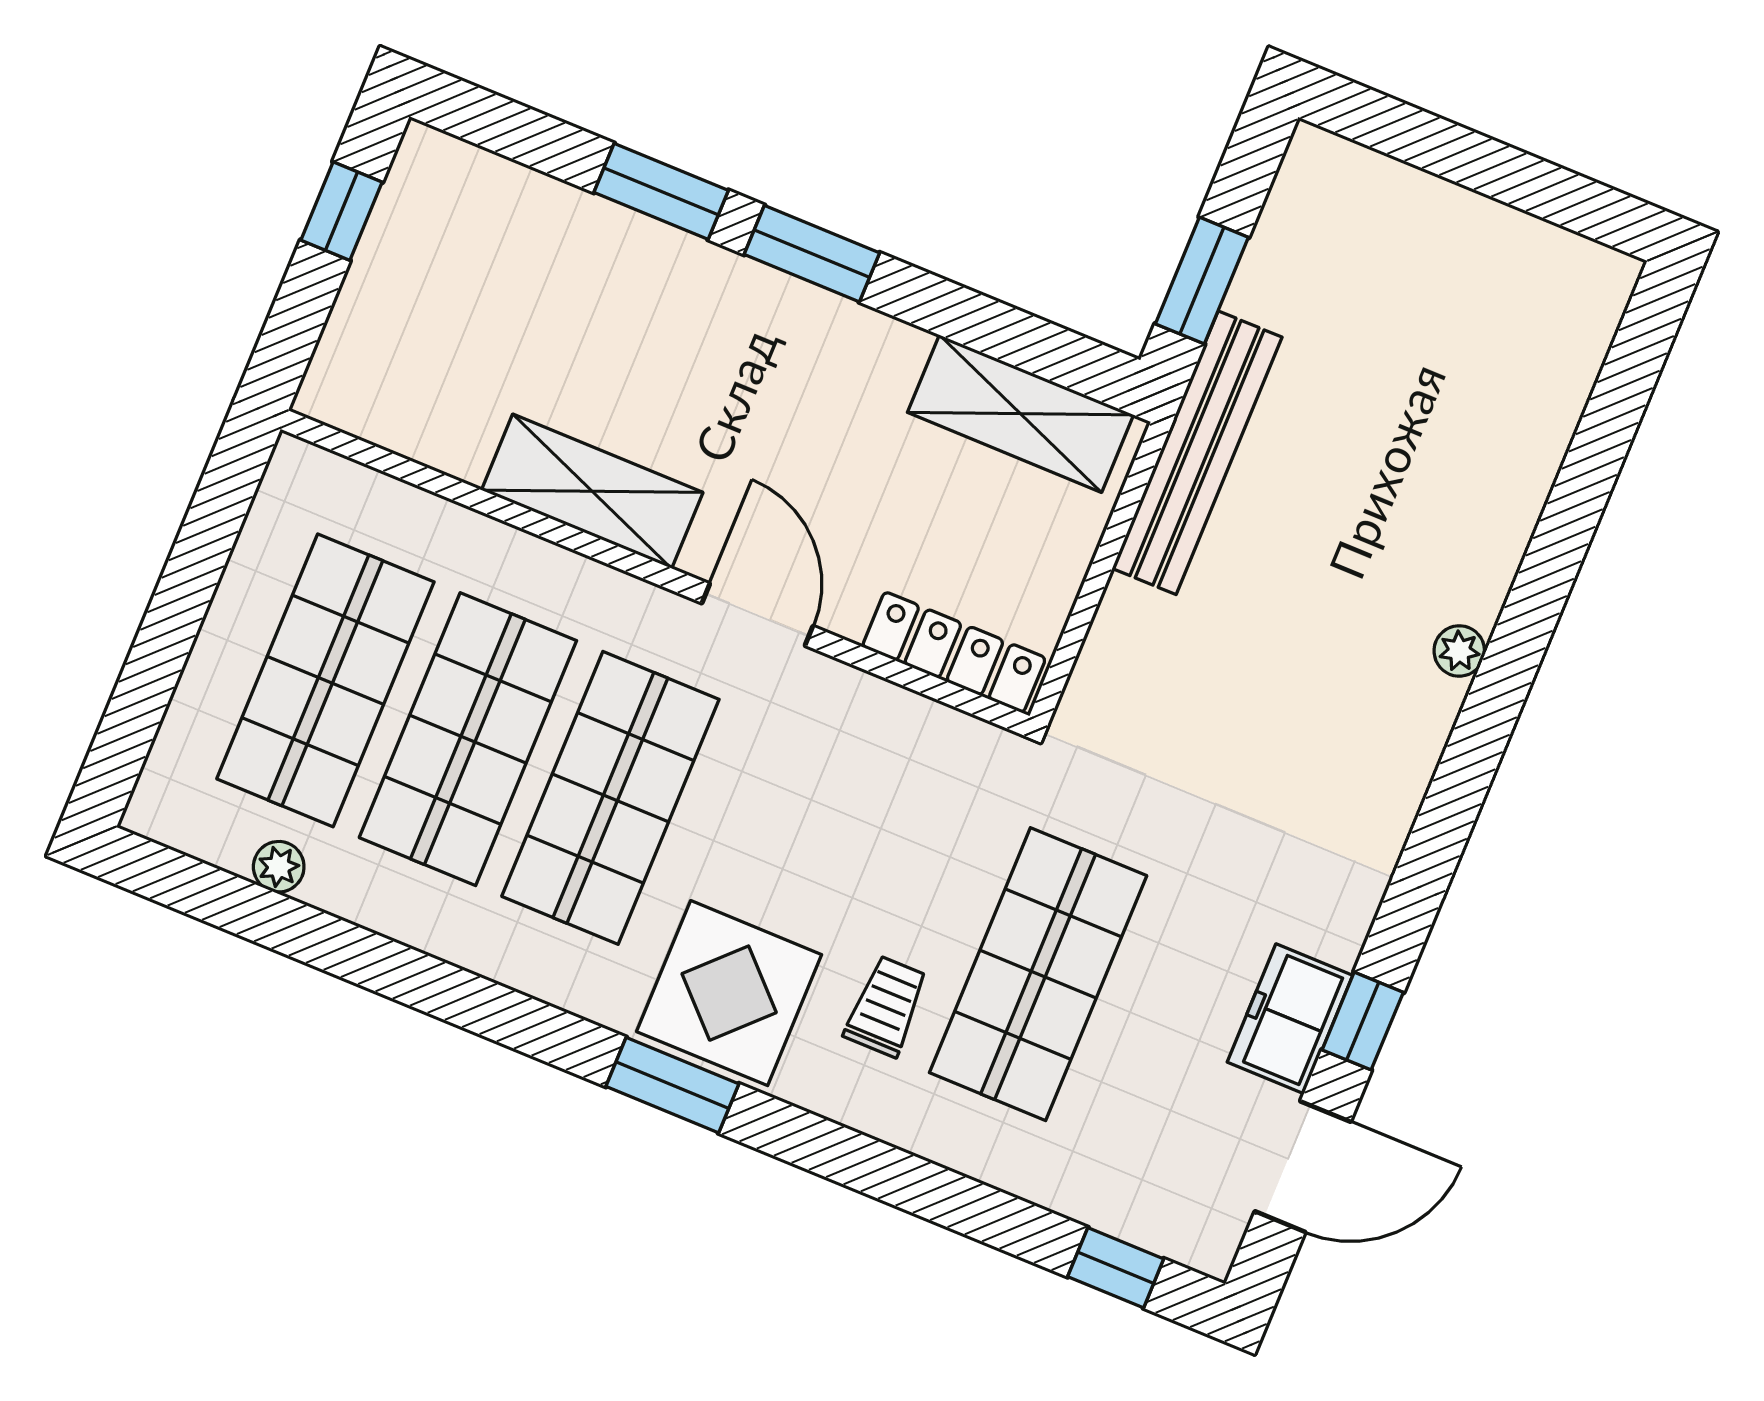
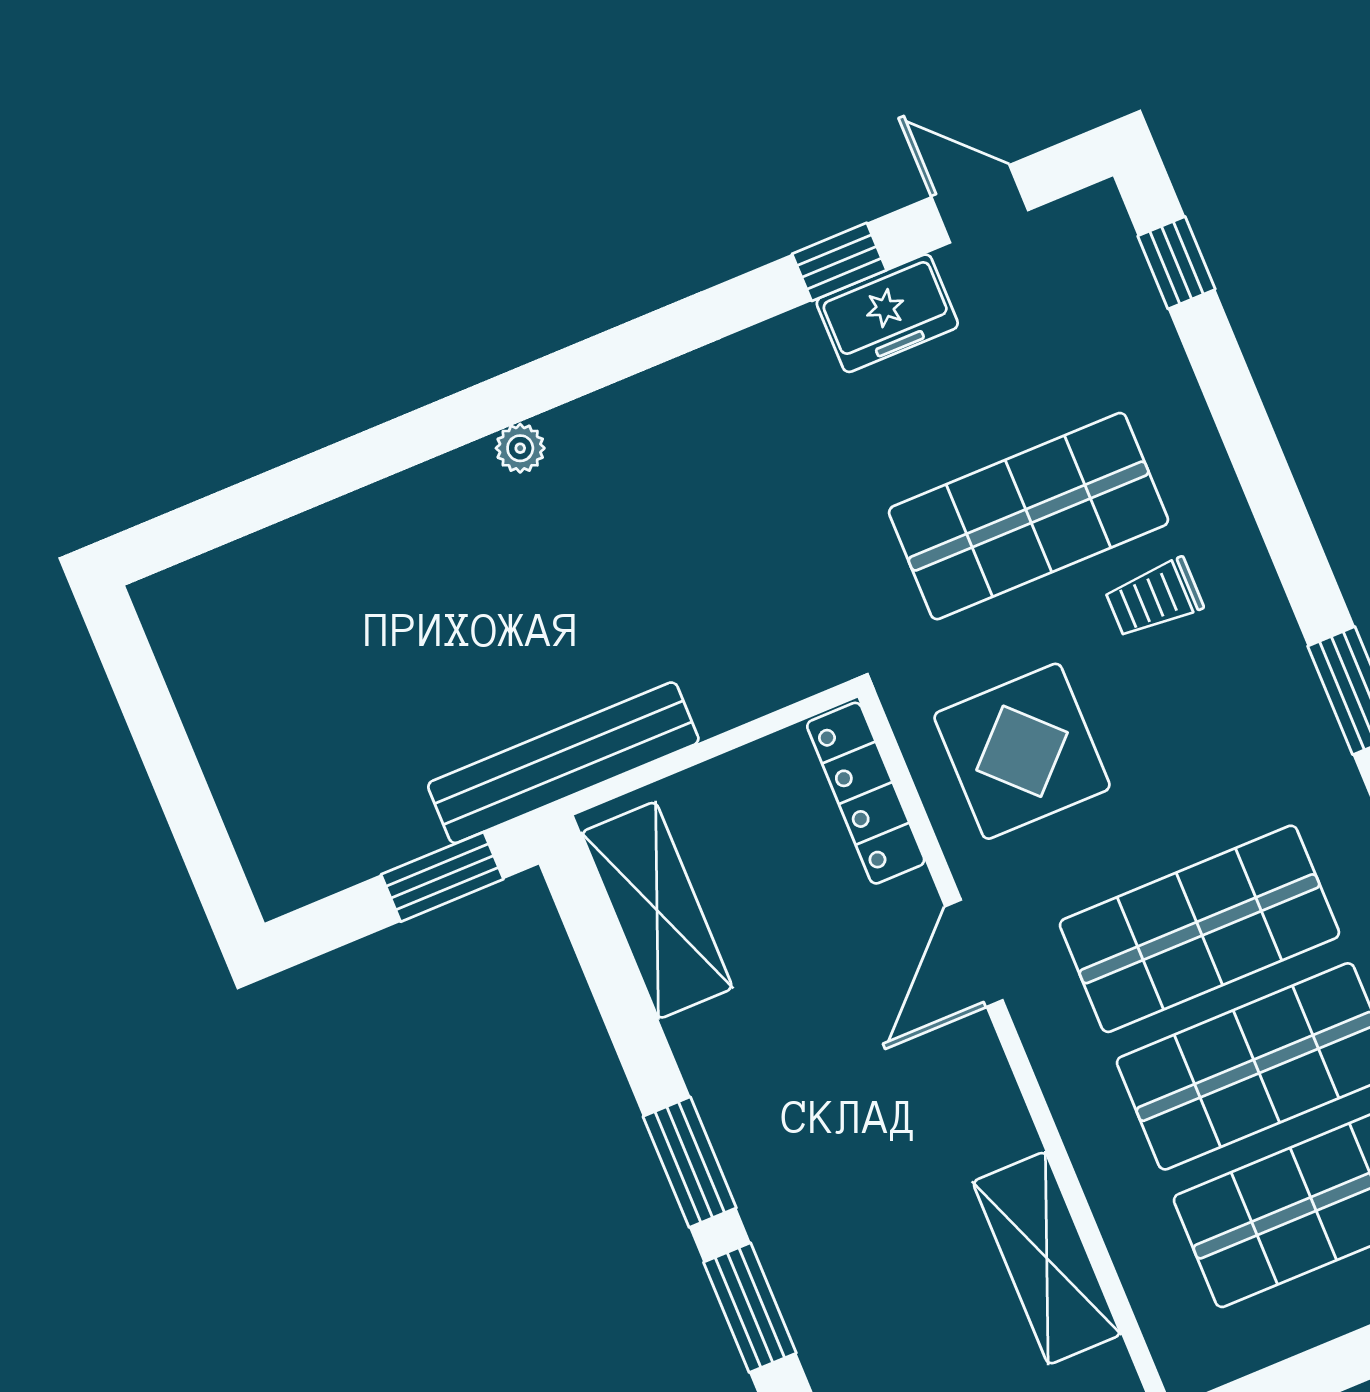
shelving: (592, 491) -> (1047, 1258), moved
display table: (729, 993) -> (1022, 751), moved
door: (1303, 1167) -> (980, 204), width x0.73

